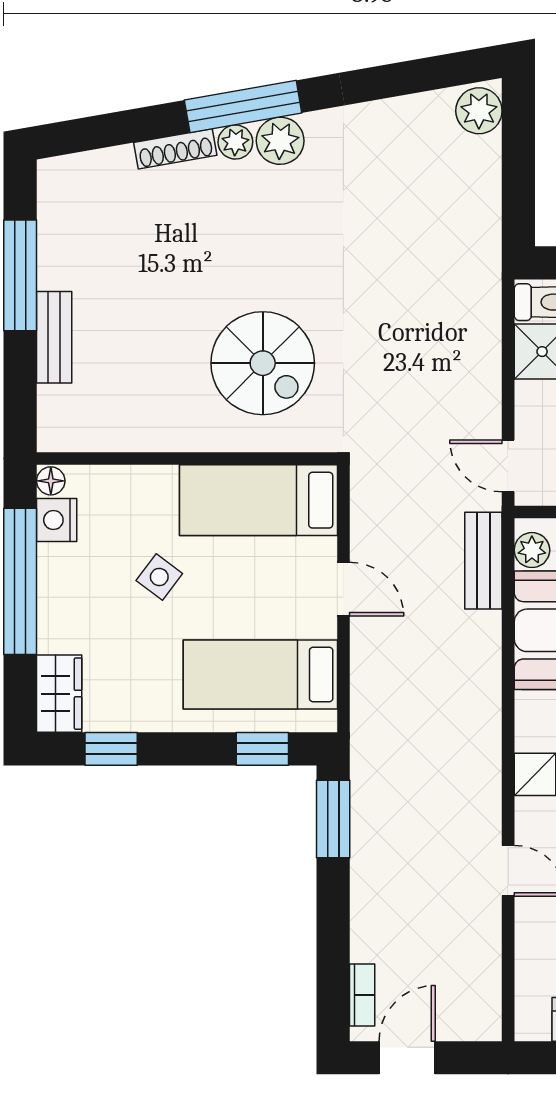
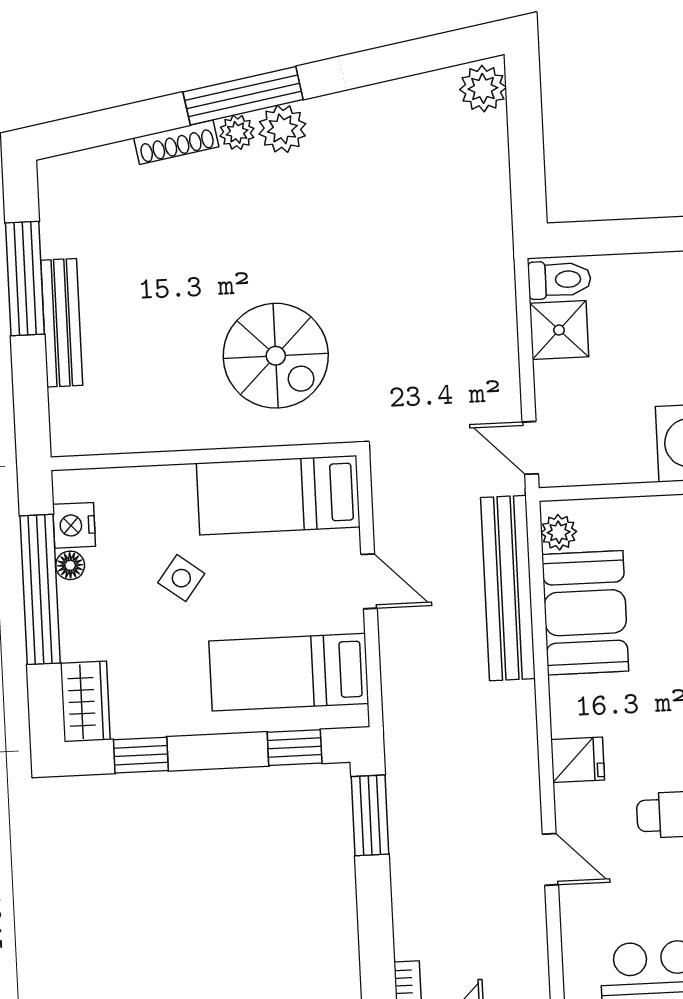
bench: (54, 337) -> (62, 323), width x1.36
floor lamp: (51, 481) -> (70, 565), moved
bench: (483, 561) -> (508, 588), width x1.86, depth x1.21

